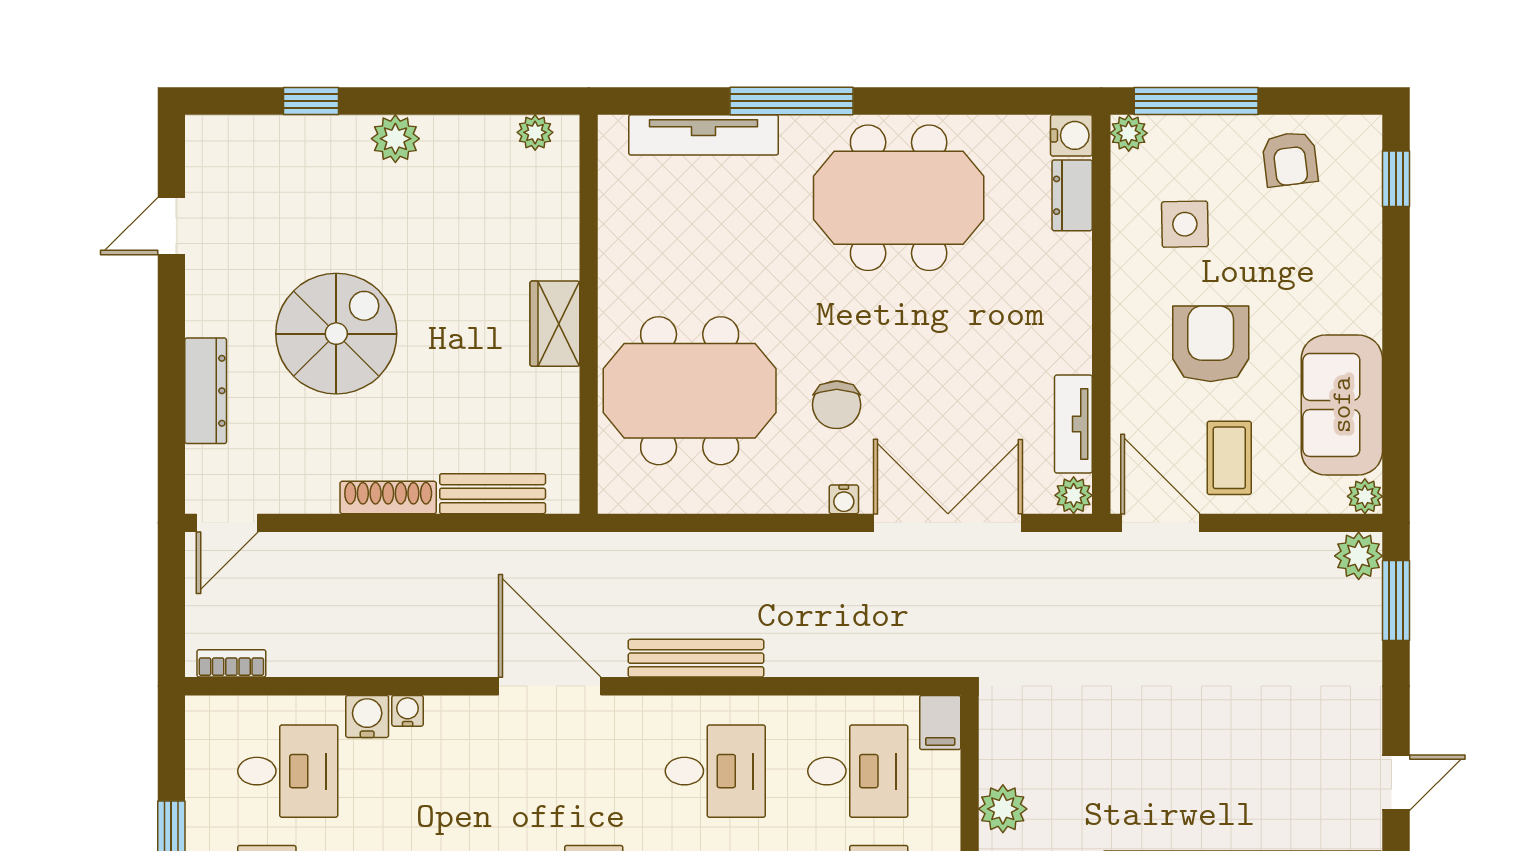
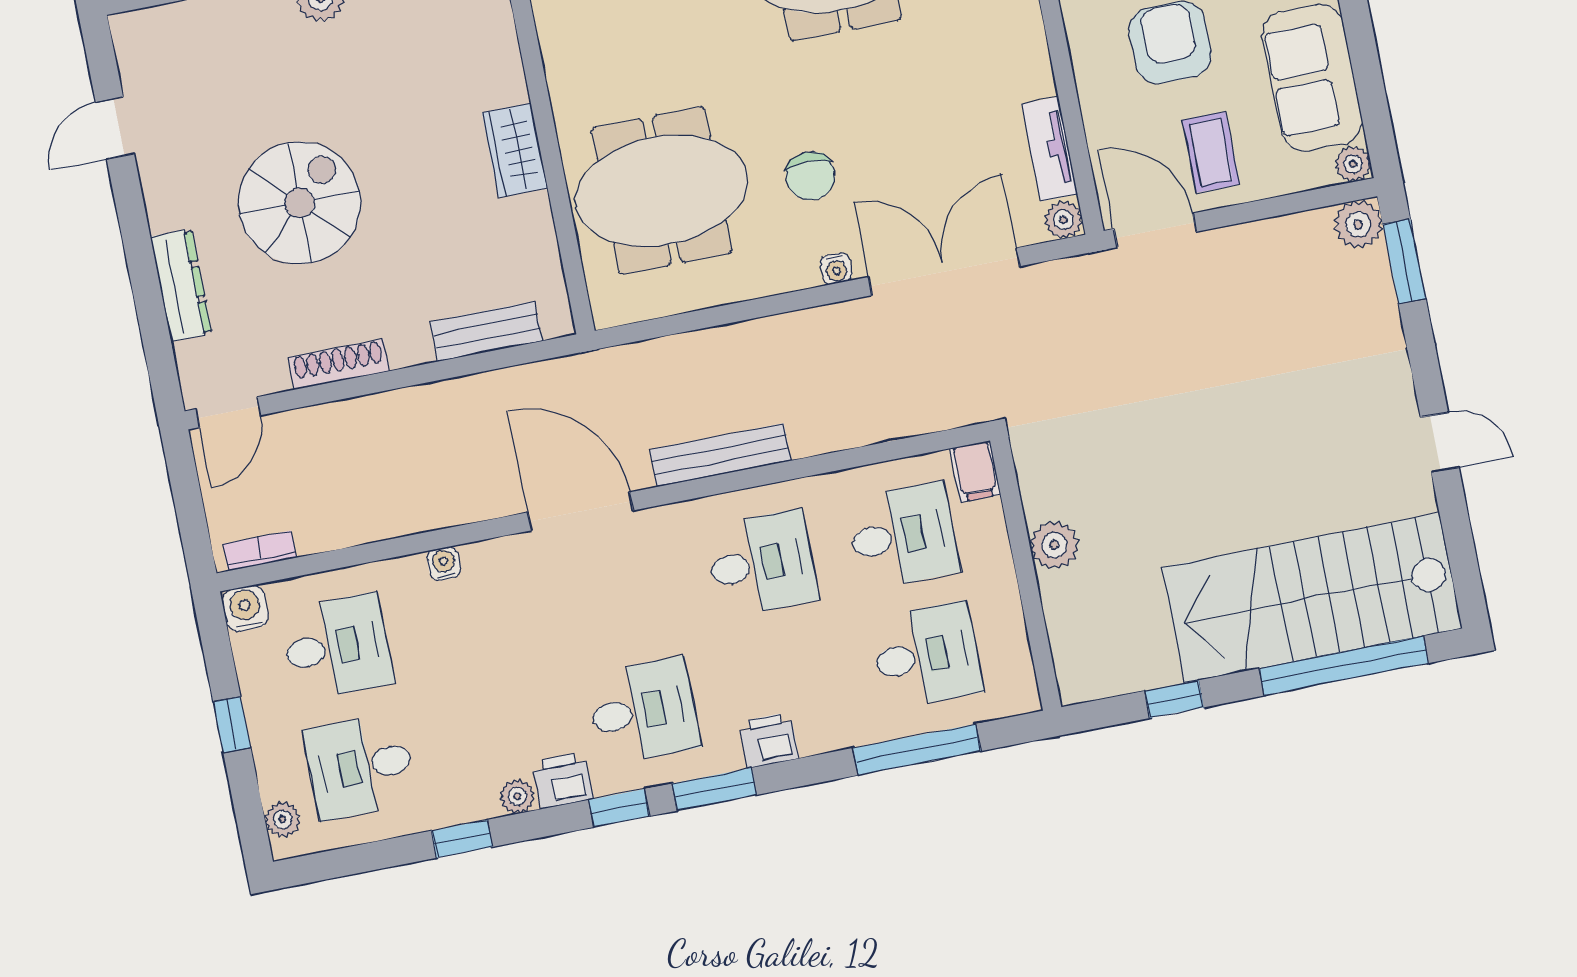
shoe rack: (388, 497) -> (339, 364), moved
water cooler: (367, 716) -> (245, 608), moved
door: (1396, 783) -> (1440, 442), hinge flipped

